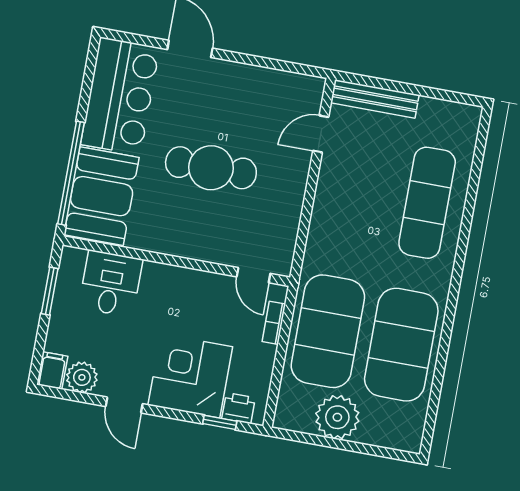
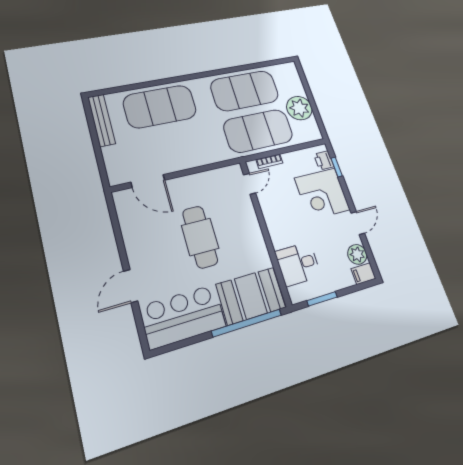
bench: (375, 99) -> (102, 120), moved
door: (321, 134) -> (148, 181), width x1.37
exercise mat: (427, 203) -> (160, 107), width x1.47

